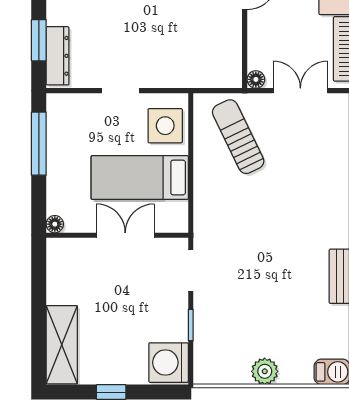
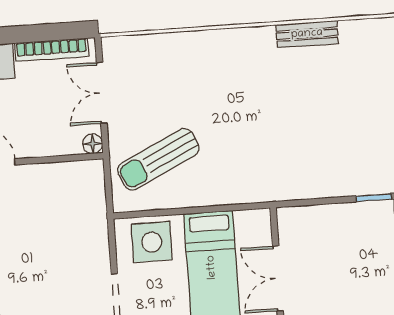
doorway: (191, 271) -> (313, 202), removed

